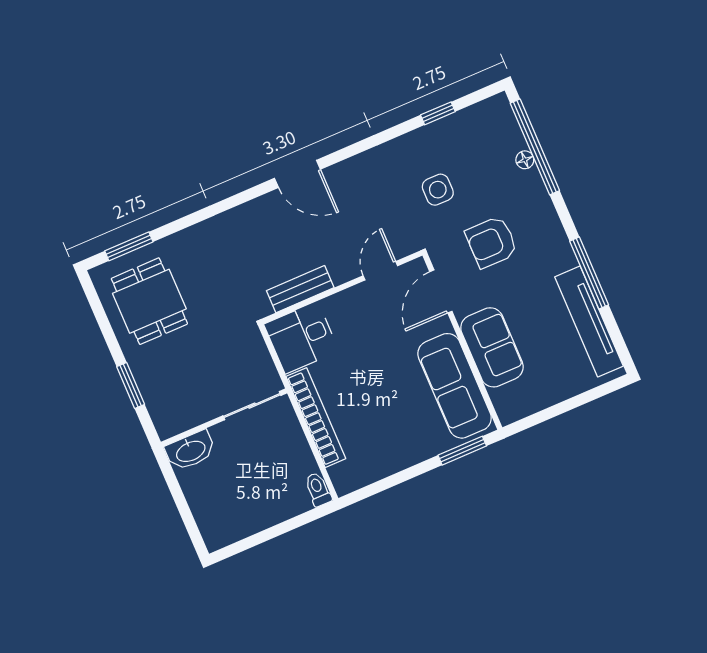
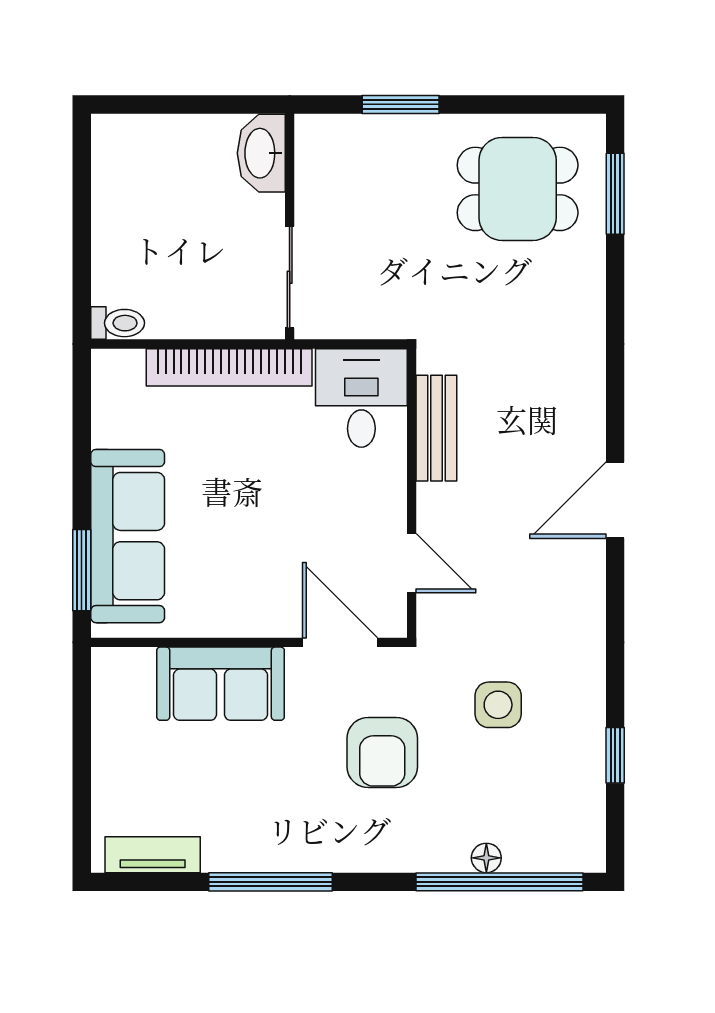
armchair: (491, 242) -> (382, 752), turned 180
tv unit: (589, 321) -> (153, 855), width x0.52, depth x0.78
sofa: (455, 386) -> (128, 536), moved, turned 90

